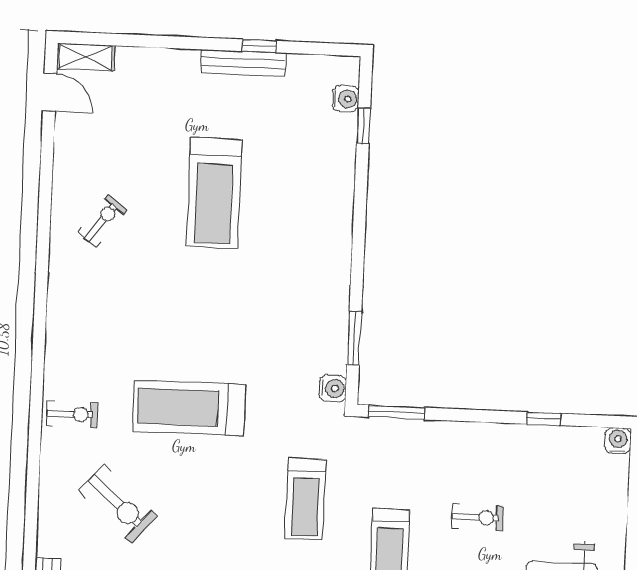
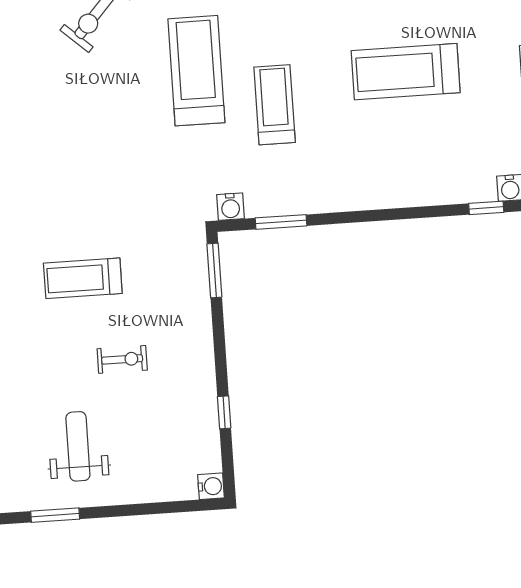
treadmill: (305, 499) -> (275, 105), moved, turned 90
exercise bike: (477, 517) -> (122, 359), turned -90

